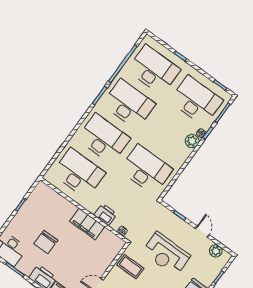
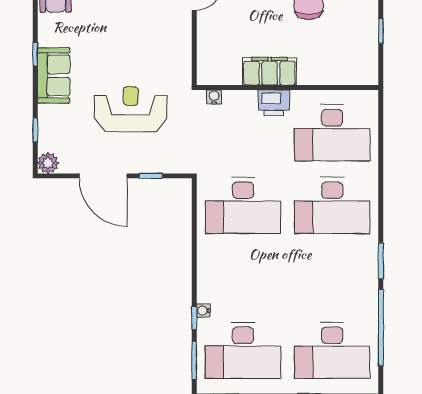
desk: (129, 104) -> (332, 278), removed
plant: (192, 141) -> (208, 291), removed
printer: (105, 215) -> (274, 103), moved
door: (202, 232) -> (103, 176), width x1.87
plant: (216, 251) -> (48, 163), moved
coffee table: (130, 267) -> (167, 56), removed

